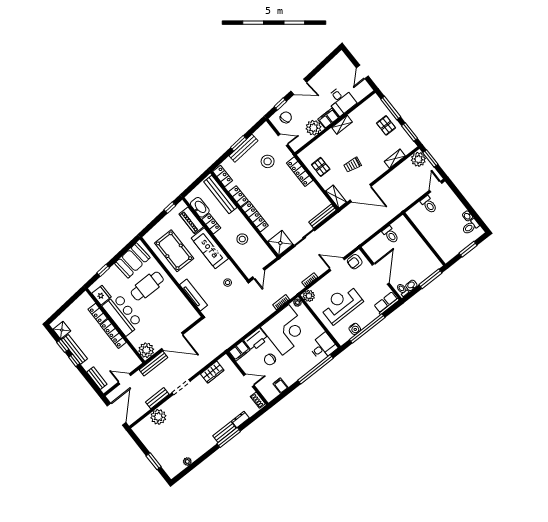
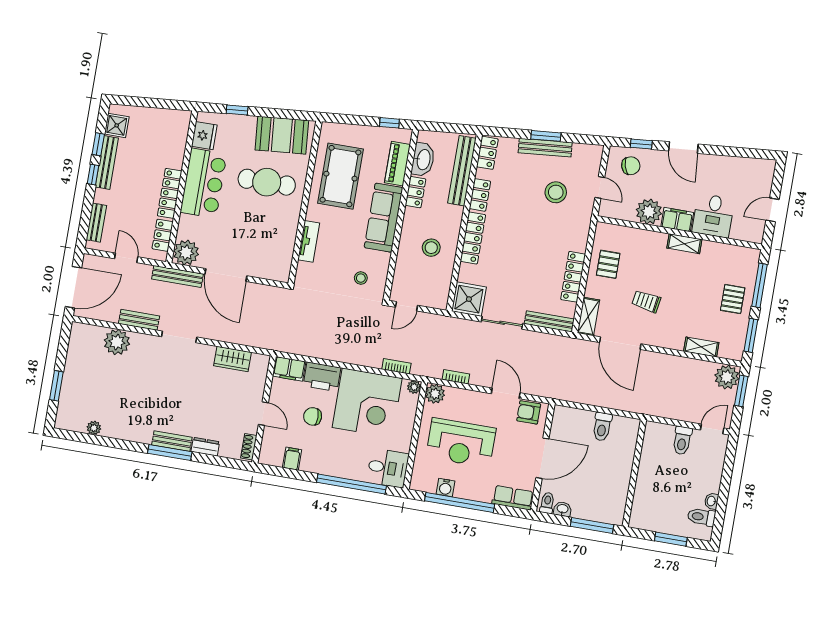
locker: (300, 172) -> (573, 277), moved
tv unit: (193, 295) -> (309, 241), width x0.71
reception desk: (341, 304) -> (461, 443), turned 180
locker: (98, 314) -> (163, 235), moved

